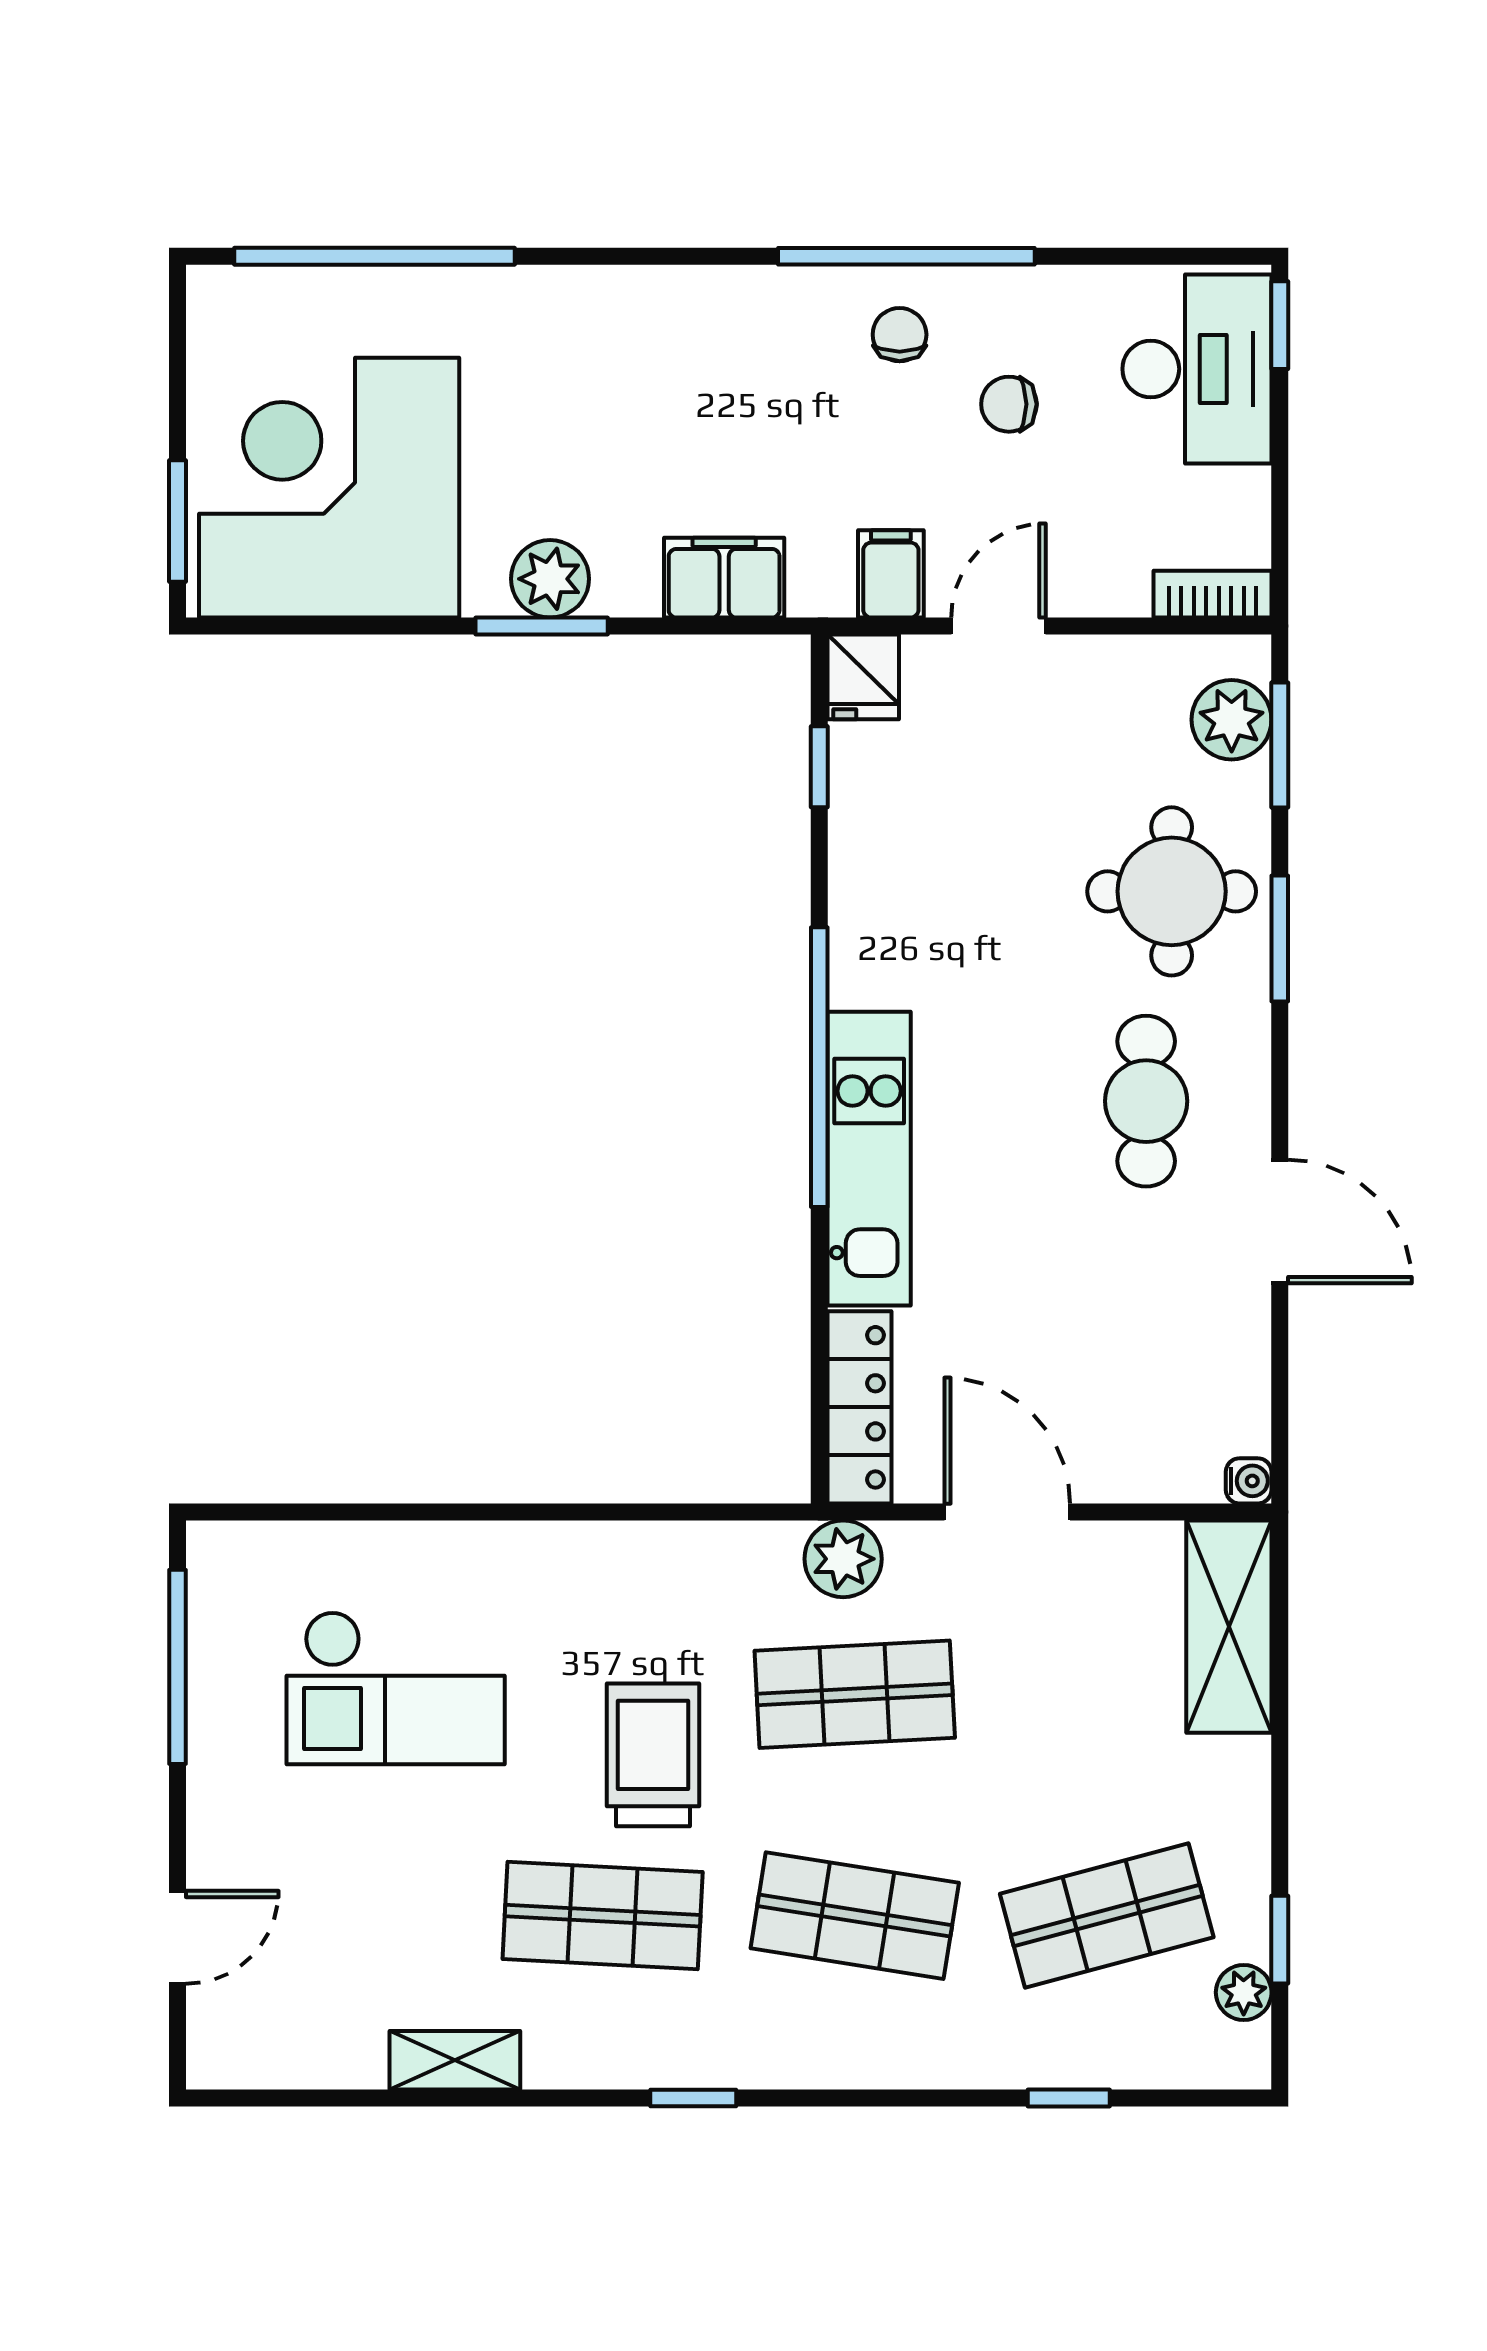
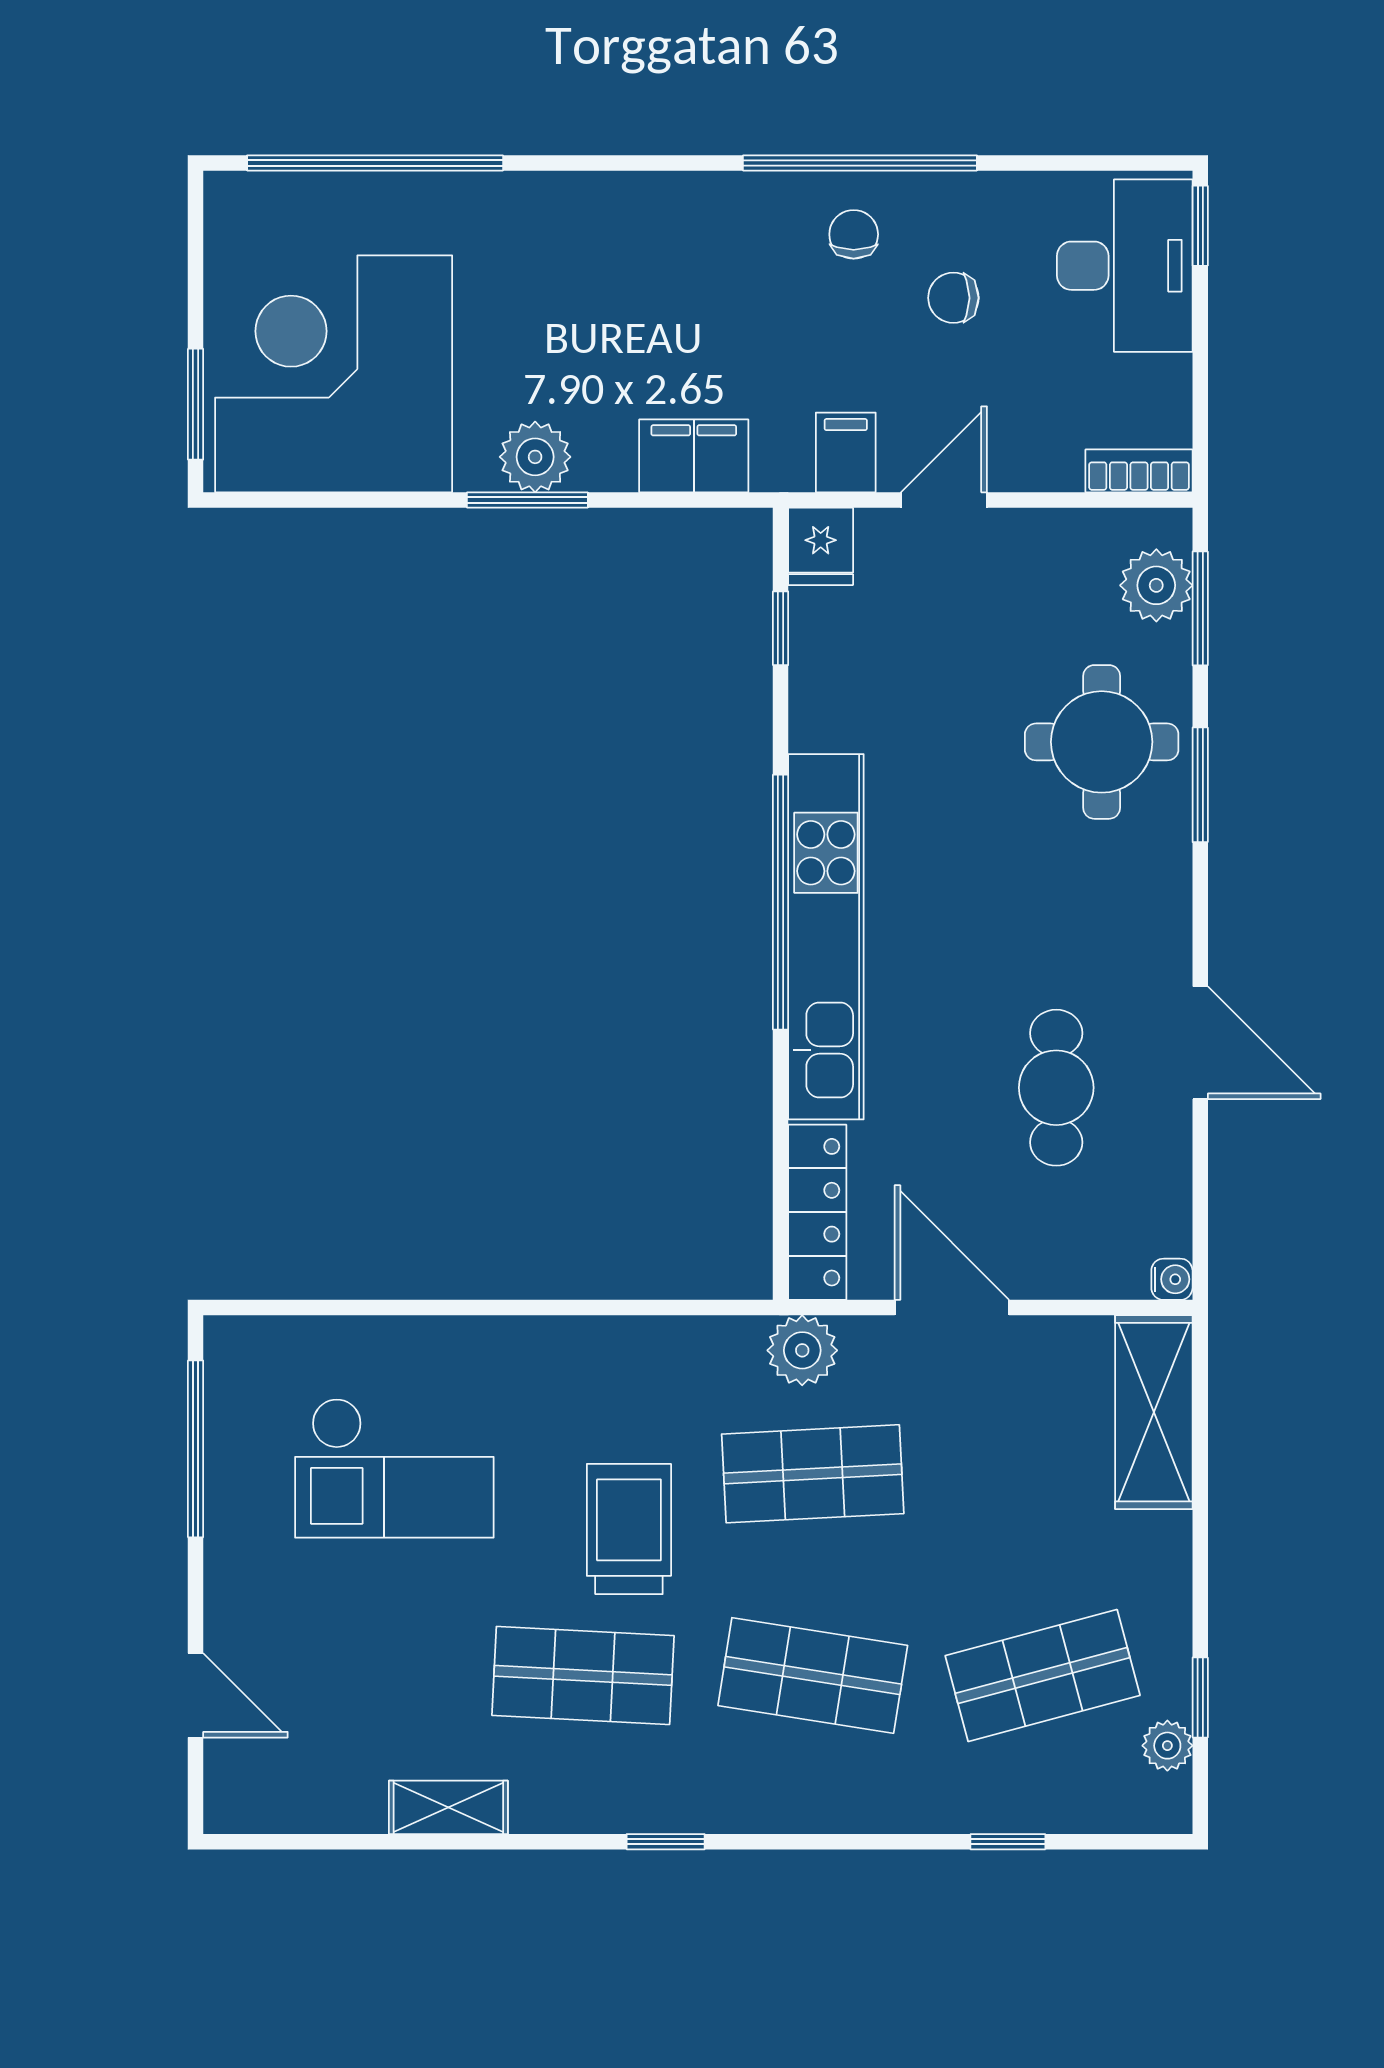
cafe table: (1146, 1101) -> (1056, 1088), moved
kitchen unit: (869, 1159) -> (826, 937), width x1.36
door: (178, 1937) -> (196, 1695), hinge flipped

